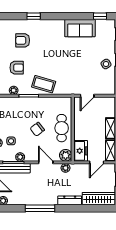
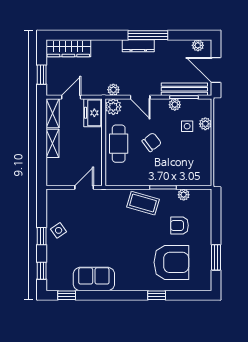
armchair: (23, 40) -> (171, 262), width x1.88, depth x1.88
dresser: (70, 200) -> (138, 46), moved

